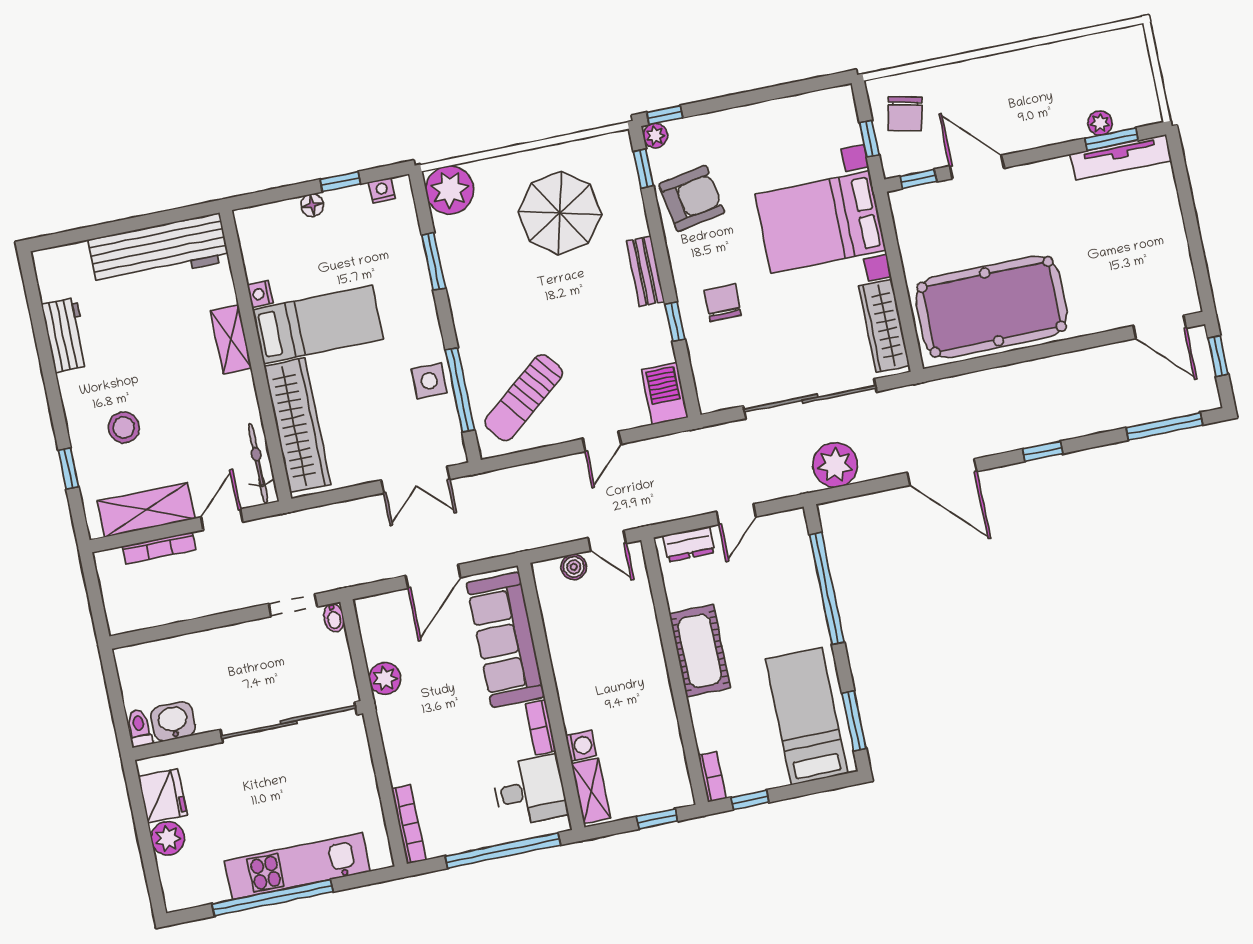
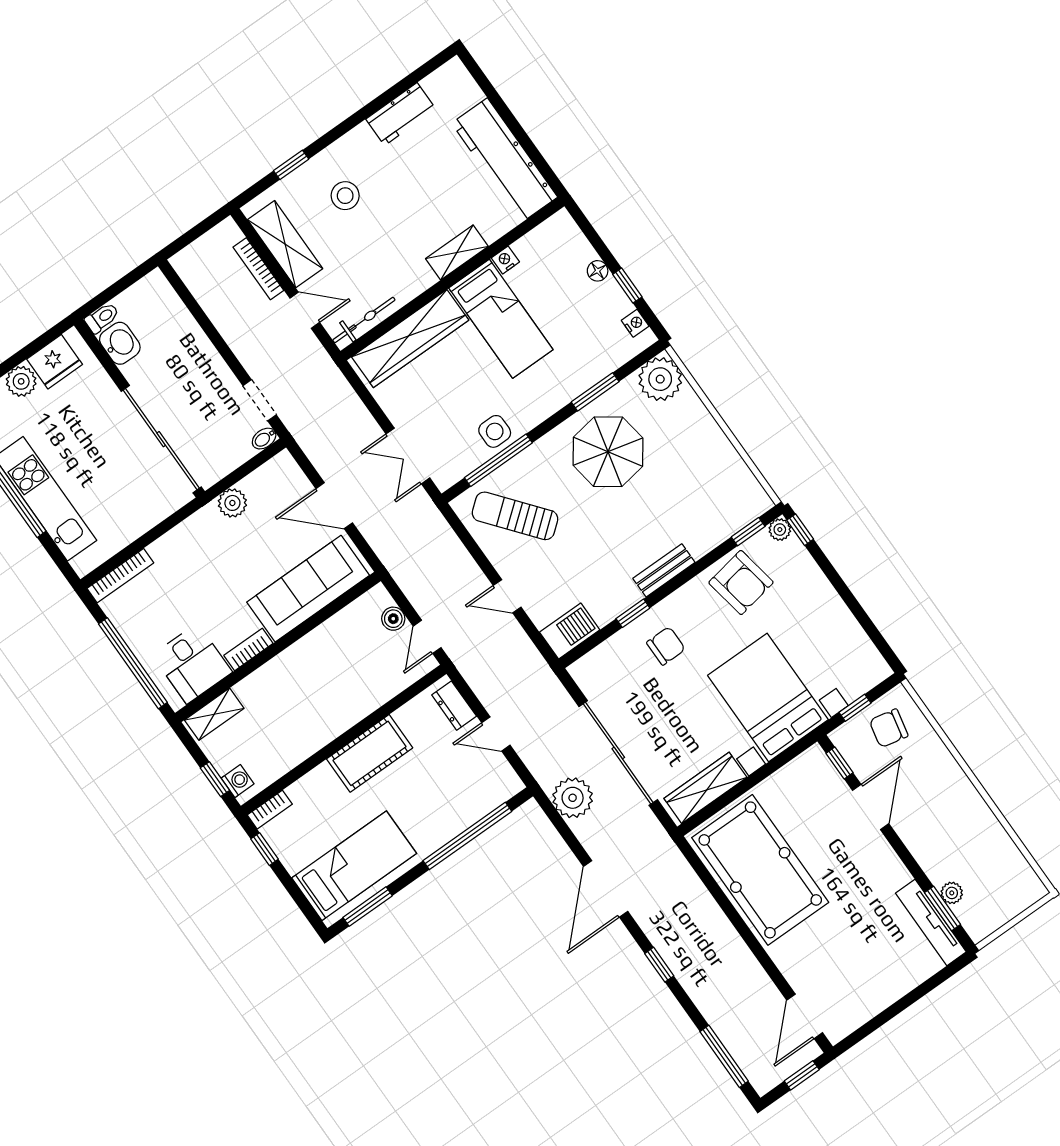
parasol: (560, 213) -> (608, 452), moved
washing machine: (581, 746) -> (238, 781), moved, turned -90

